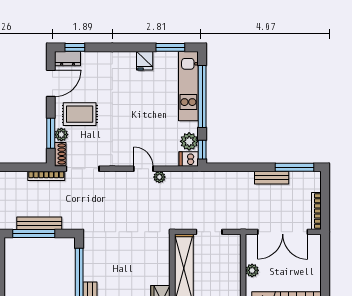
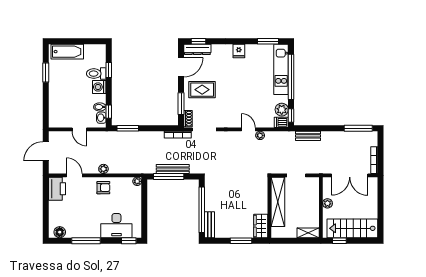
dresser: (68, 59) -> (197, 49), width x1.44
fridge: (145, 61) -> (239, 51), moved
plant: (61, 135) -> (189, 105), removed
bench: (272, 178) -> (308, 136), moved

